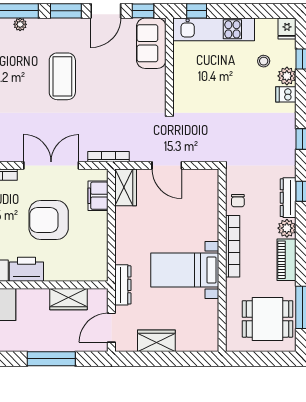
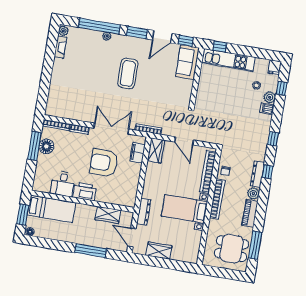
bookcase: (211, 207) -> (208, 172), added
door: (111, 328) -> (132, 237), hinge flipped

